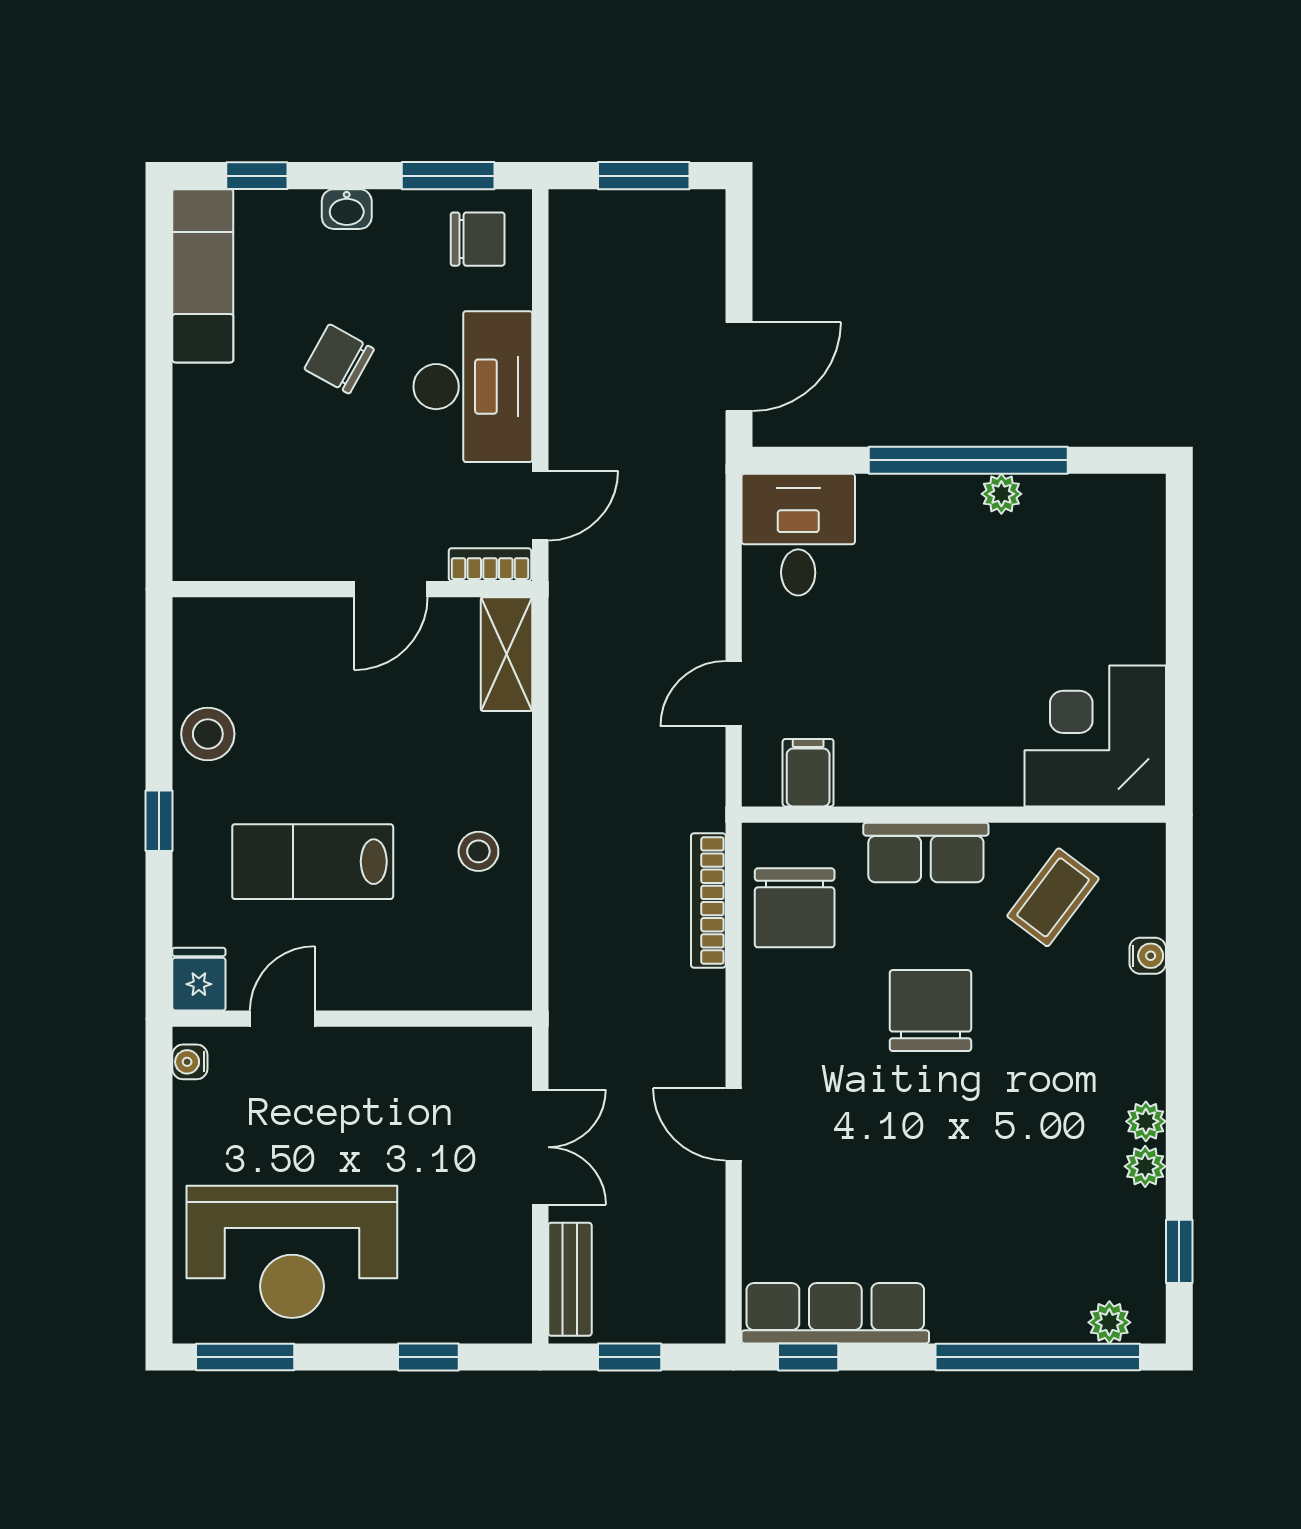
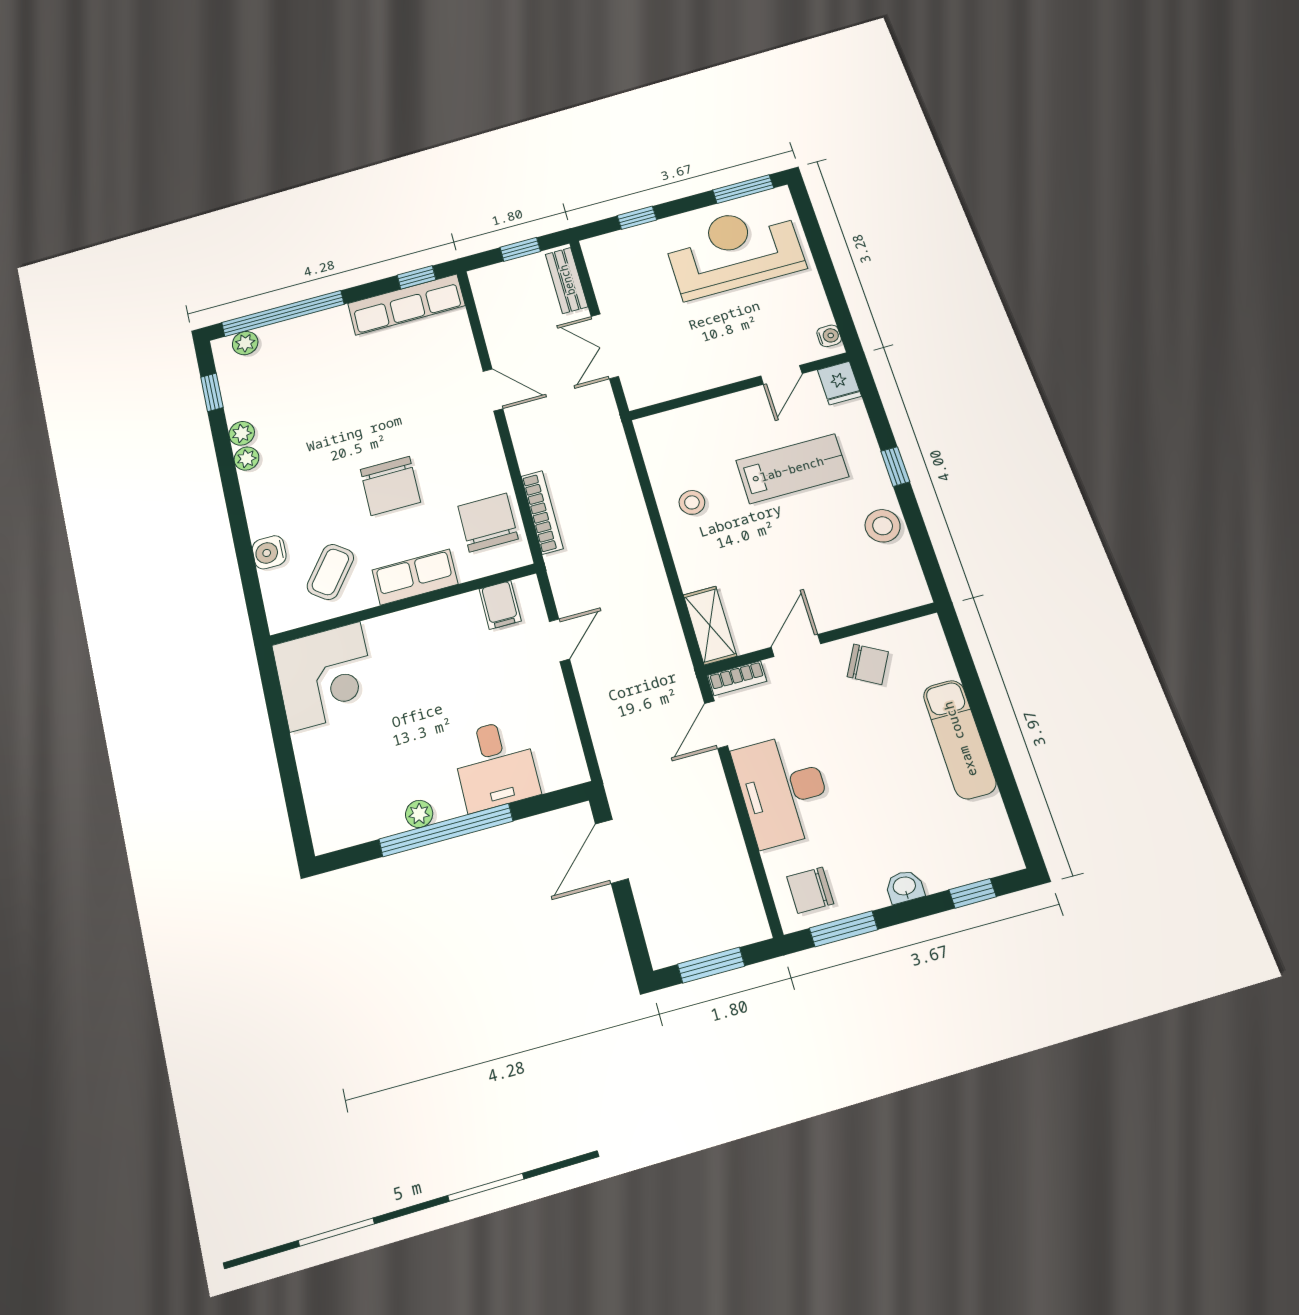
exam couch: (203, 276) -> (960, 739), moved
chair: (339, 359) -> (868, 664), moved
desk: (798, 535) -> (495, 765), moved
water cooler: (1148, 956) -> (269, 552), width x1.38, depth x1.38

